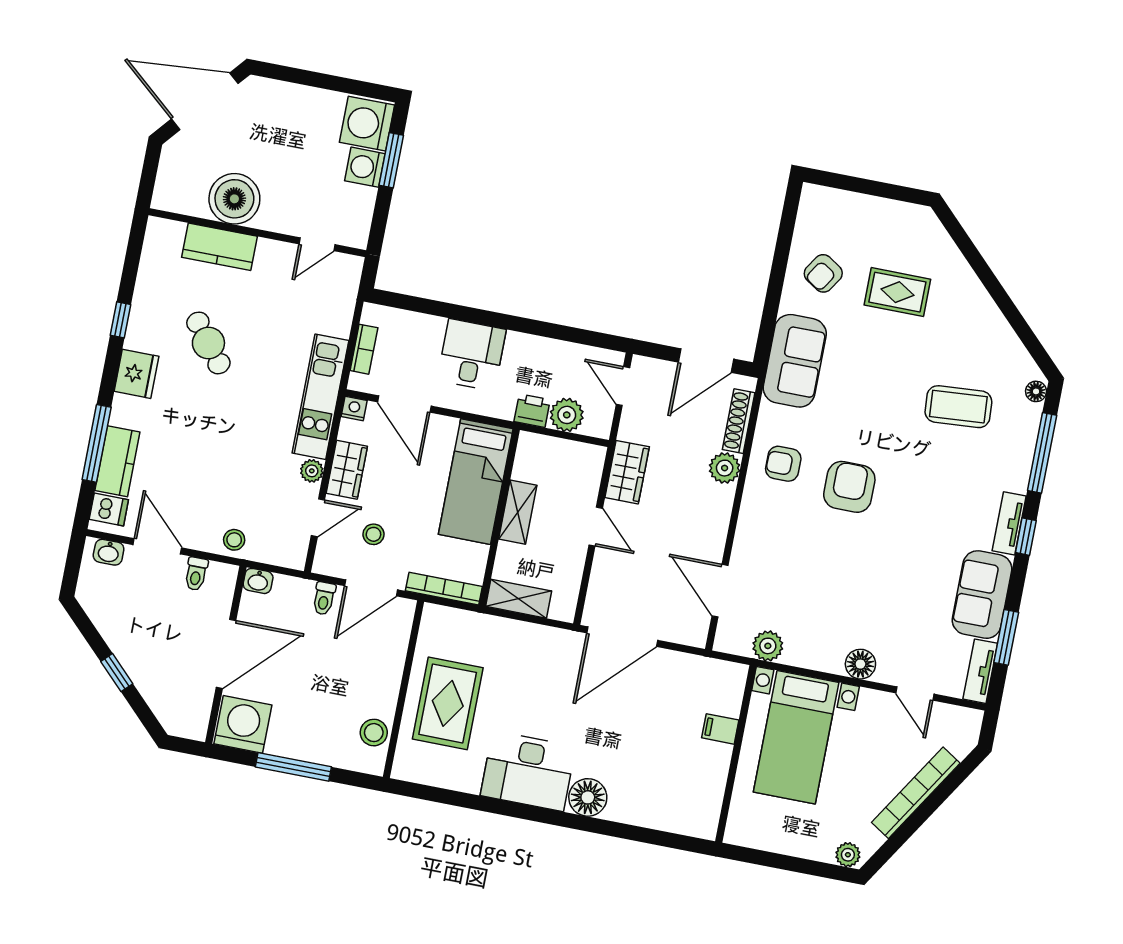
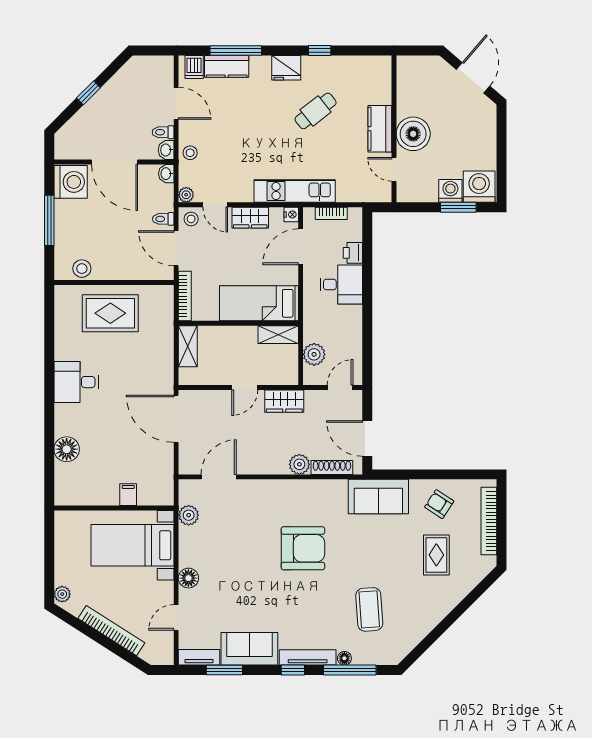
door: (205, 101) -> (473, 78), width x0.73
boiler: (234, 199) -> (413, 134), moved
bookcase: (862, 205) -> (489, 521), added
kitchen counter: (219, 247) -> (380, 129), moved
floor lamp: (1036, 391) -> (344, 658), moved
printer: (532, 411) -> (353, 253), moved, turned 180
armchair: (783, 464) -> (310, 502), removed
plant: (312, 471) -> (186, 195), moved
armchair: (849, 487) -> (303, 548), width x1.36, depth x1.36
shelving: (518, 512) -> (278, 335), moved
tv unit: (1009, 523) -> (308, 657), width x1.41
stool: (373, 534) -> (191, 219), moved
door: (157, 546) -> (176, 103), hinge flipped
washbasin: (109, 552) -> (166, 150), moved
desk: (528, 771) -> (76, 382), width x0.73
floor lamp: (588, 797) -> (67, 449), moved

